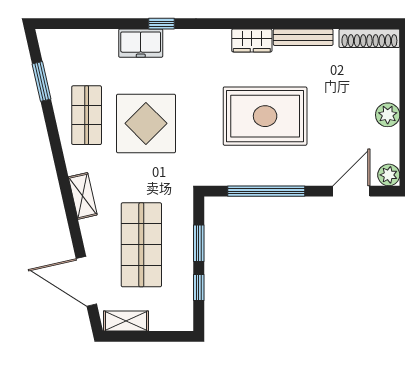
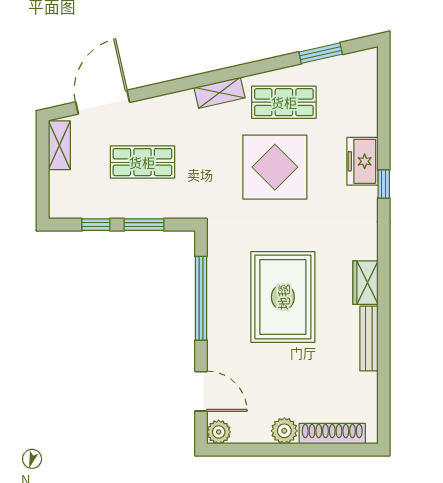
shoe rack: (369, 38) -> (332, 434), moved, turned 90
shelving: (83, 196) -> (219, 93), moved
shop shelf: (141, 245) -> (142, 162), width x0.70, depth x0.74

